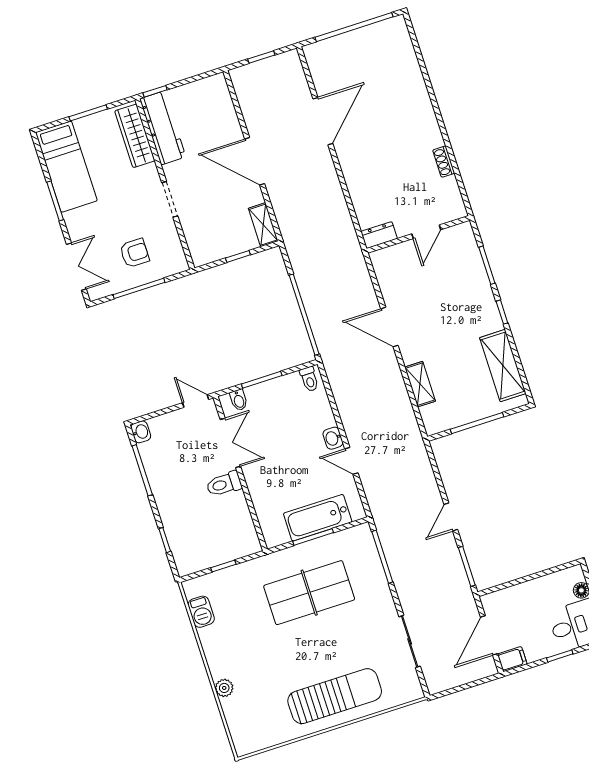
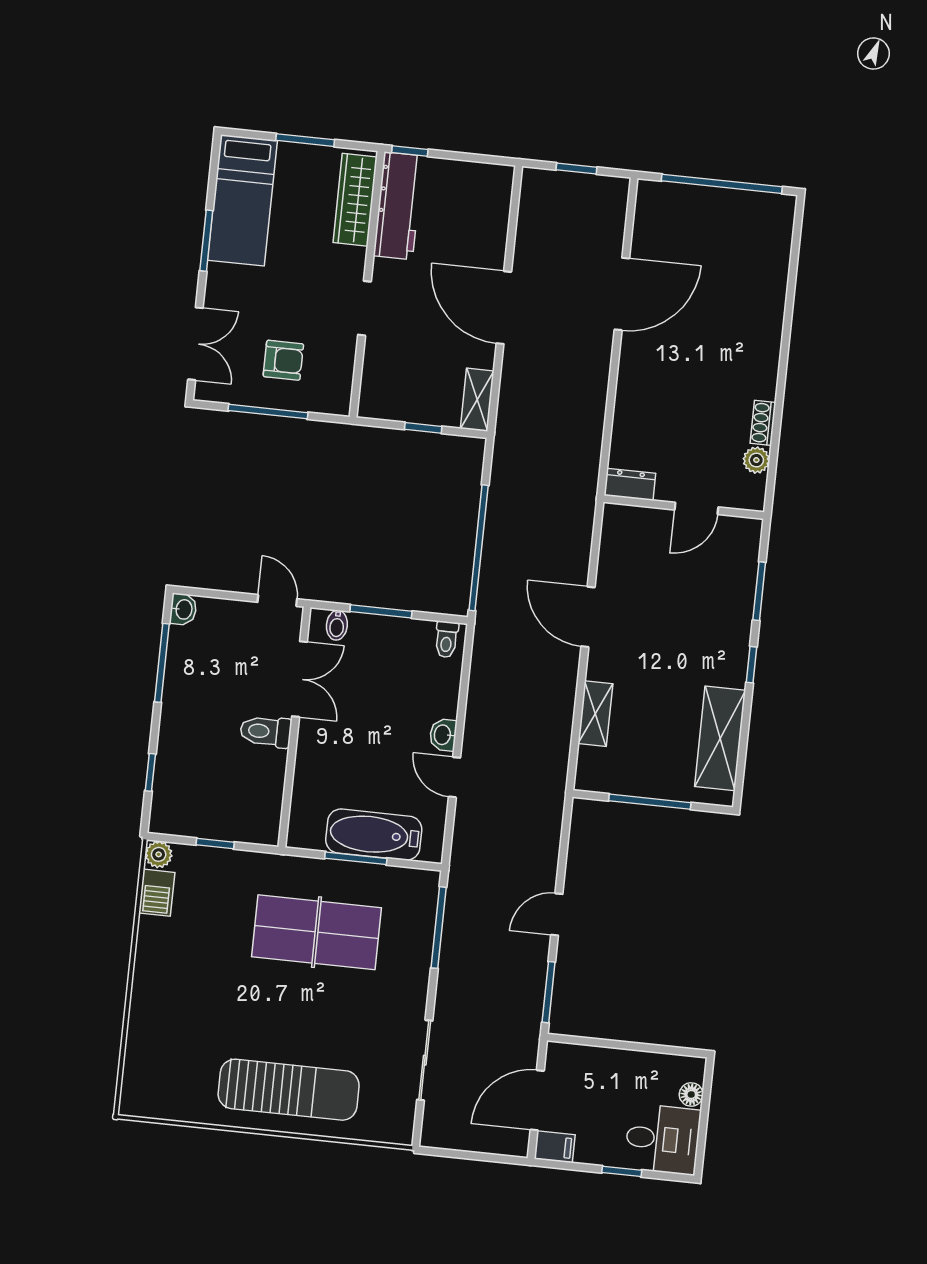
plant: (450, 186) -> (756, 460), added
plant: (224, 688) -> (159, 854), moved

